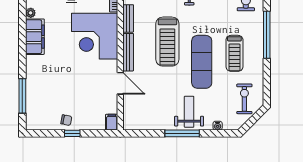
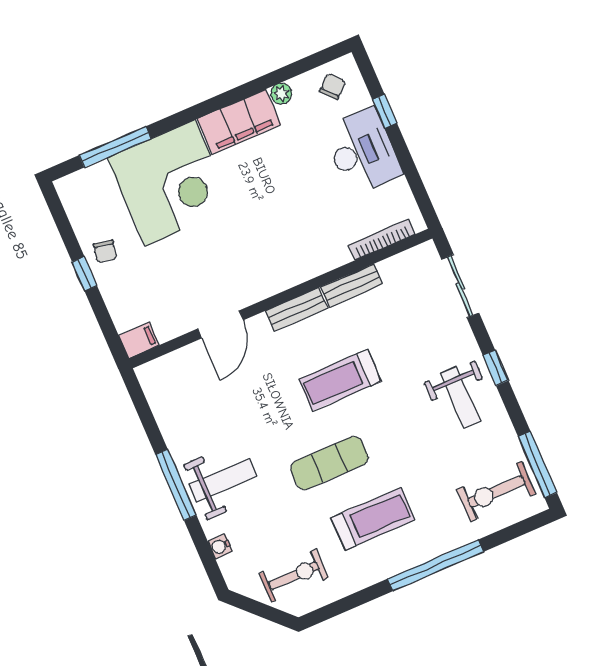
corner desk: (95, 36) -> (170, 183), moved, turned 180
treadmill: (167, 42) -> (340, 380), width x0.73, depth x0.73
bench: (128, 52) -> (296, 309), width x0.73
treadmill: (234, 53) -> (373, 519), turned 180
exercise mat: (202, 62) -> (329, 463), width x0.73, depth x0.69

